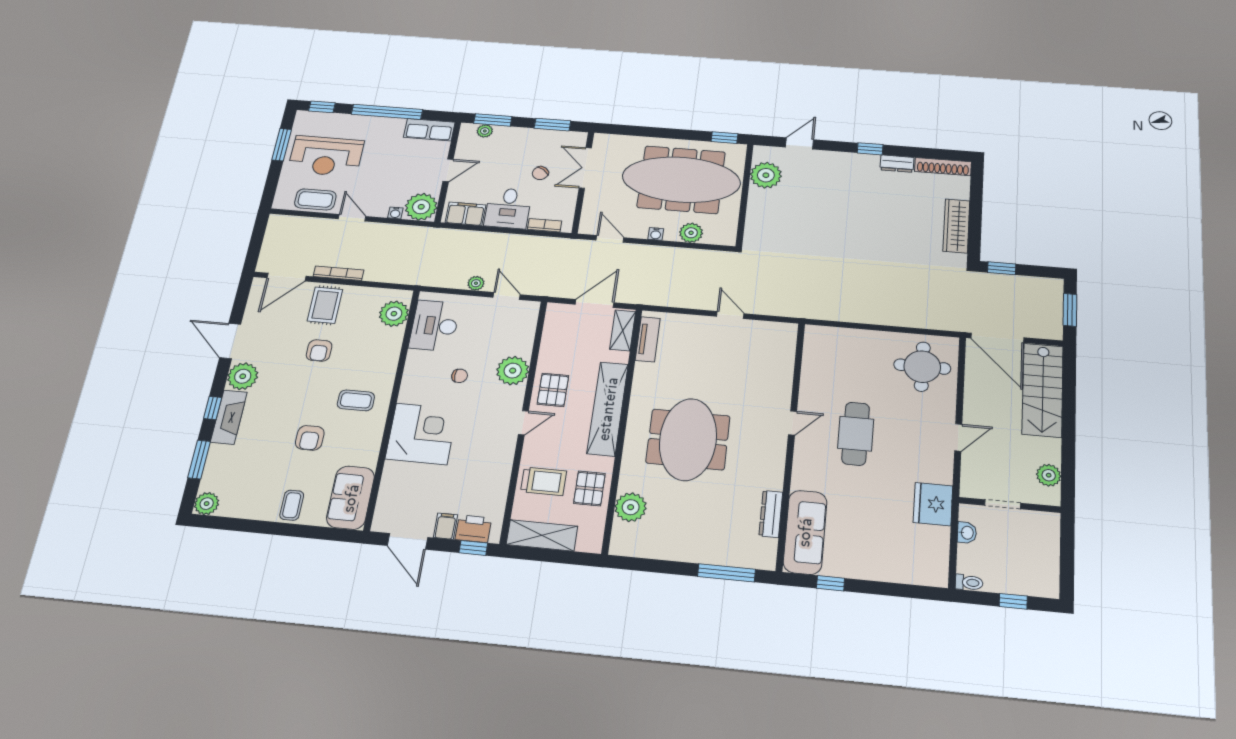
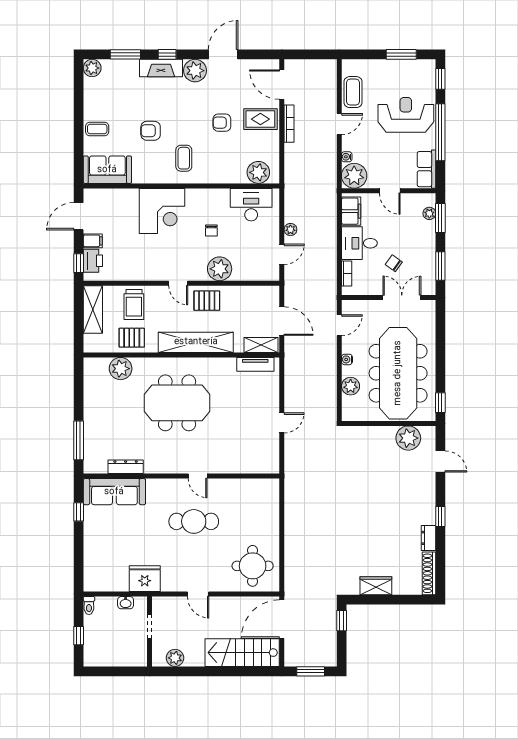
reception desk: (326, 156) -> (406, 115), moved, turned 90
wardrobe: (956, 226) -> (376, 586), width x0.67

